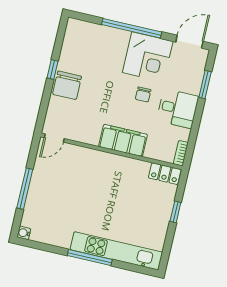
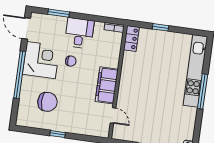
chair: (67, 85) -> (47, 102), moved
door: (54, 138) -> (113, 115), moved
filing cabinet: (123, 140) -> (107, 85), moved

